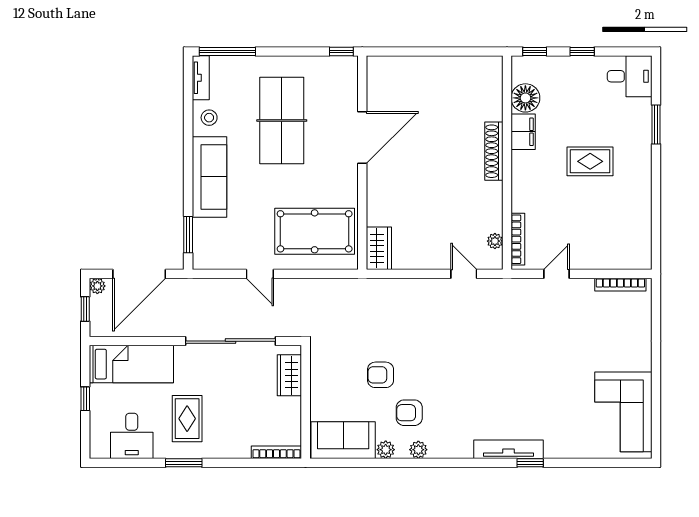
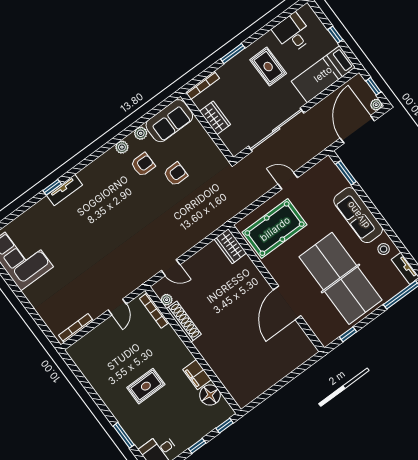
window: (341, 51) -> (348, 334), moved
table tennis table: (282, 120) -> (341, 278), width x1.36, depth x1.32
shoe rack: (494, 151) -> (184, 322), moved
wardrobe: (289, 375) -> (215, 118), moved
tv unit: (509, 449) -> (64, 190), width x0.71
window: (184, 463) -> (233, 53), moved

